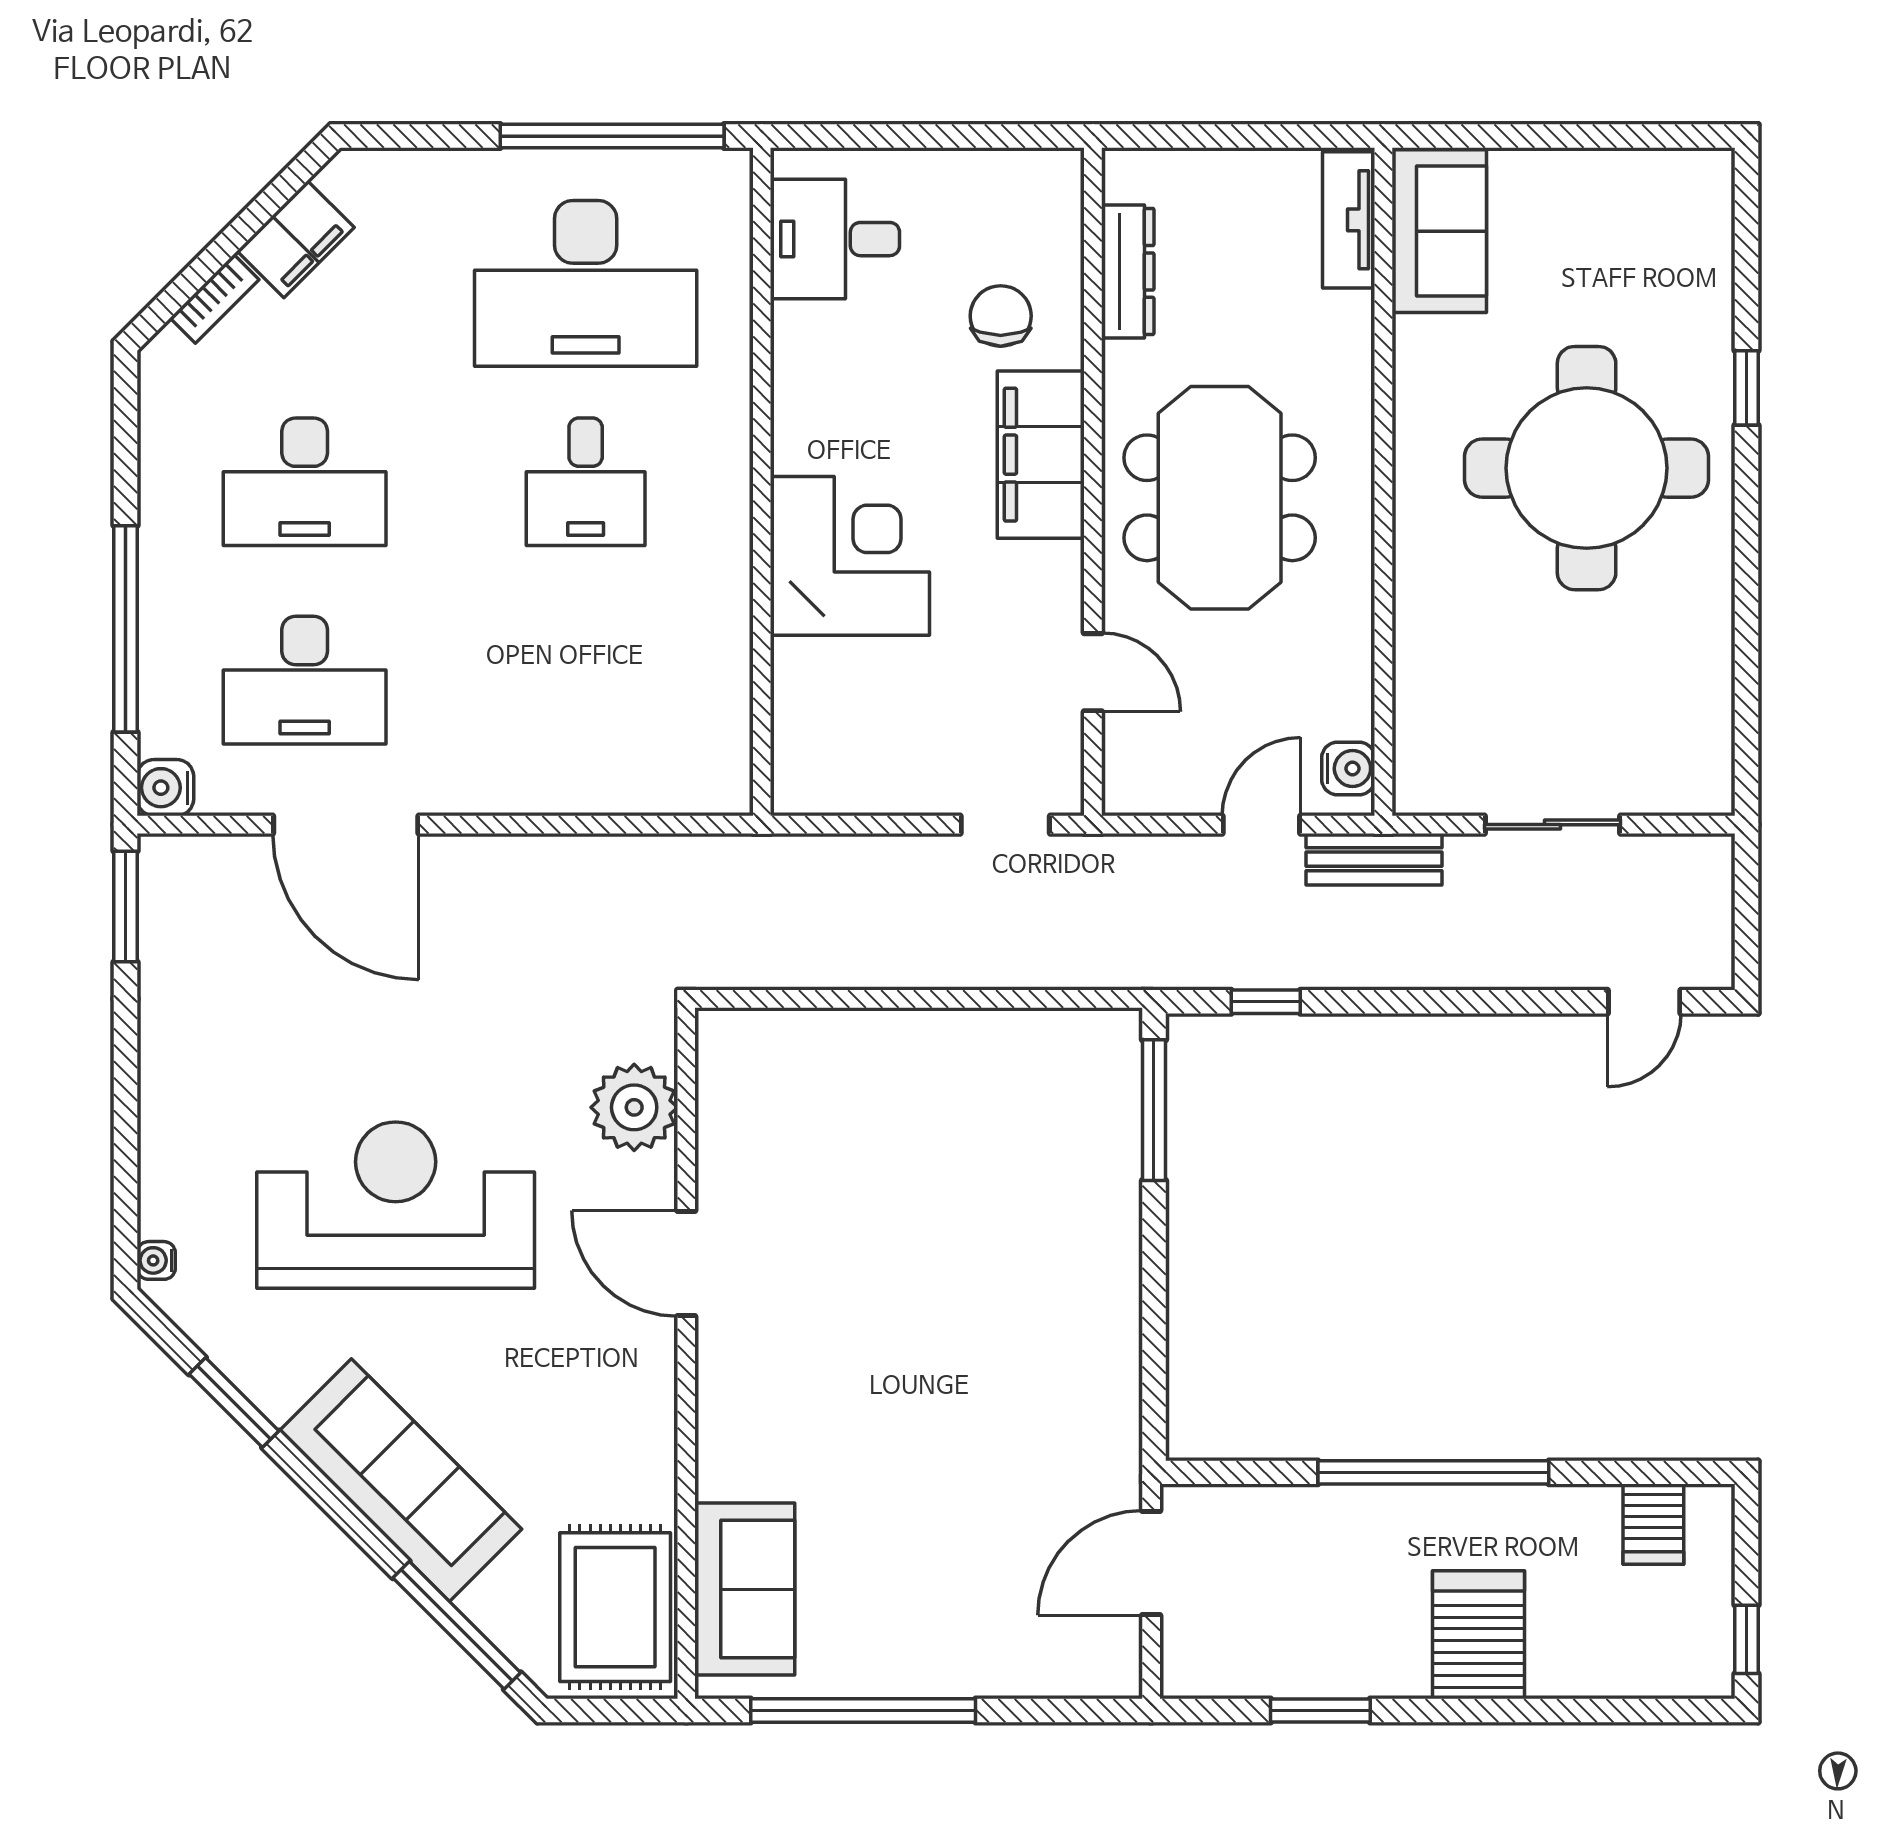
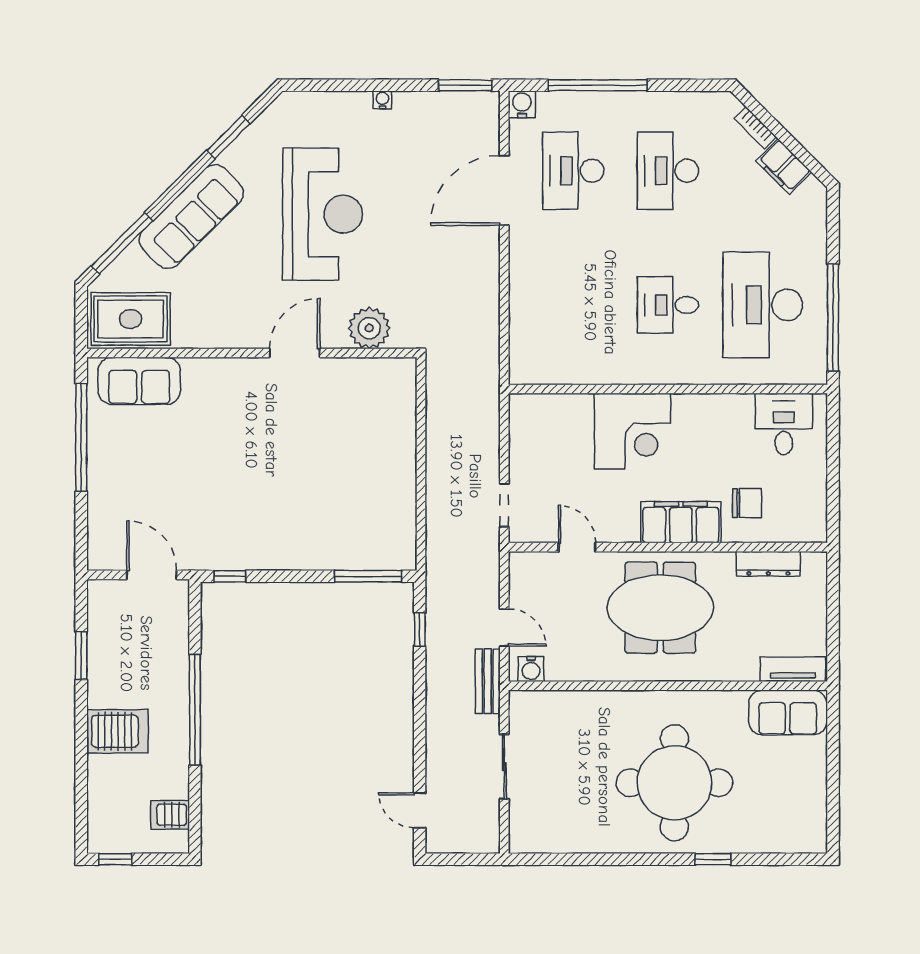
door: (1093, 672) -> (577, 547), swing flipped
water cooler: (156, 1260) -> (382, 100), moved
window: (1154, 1399) -> (230, 576), added

